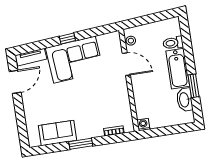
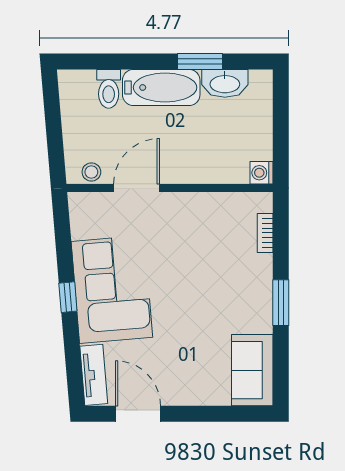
sofa: (58, 133) -> (252, 370), moved

